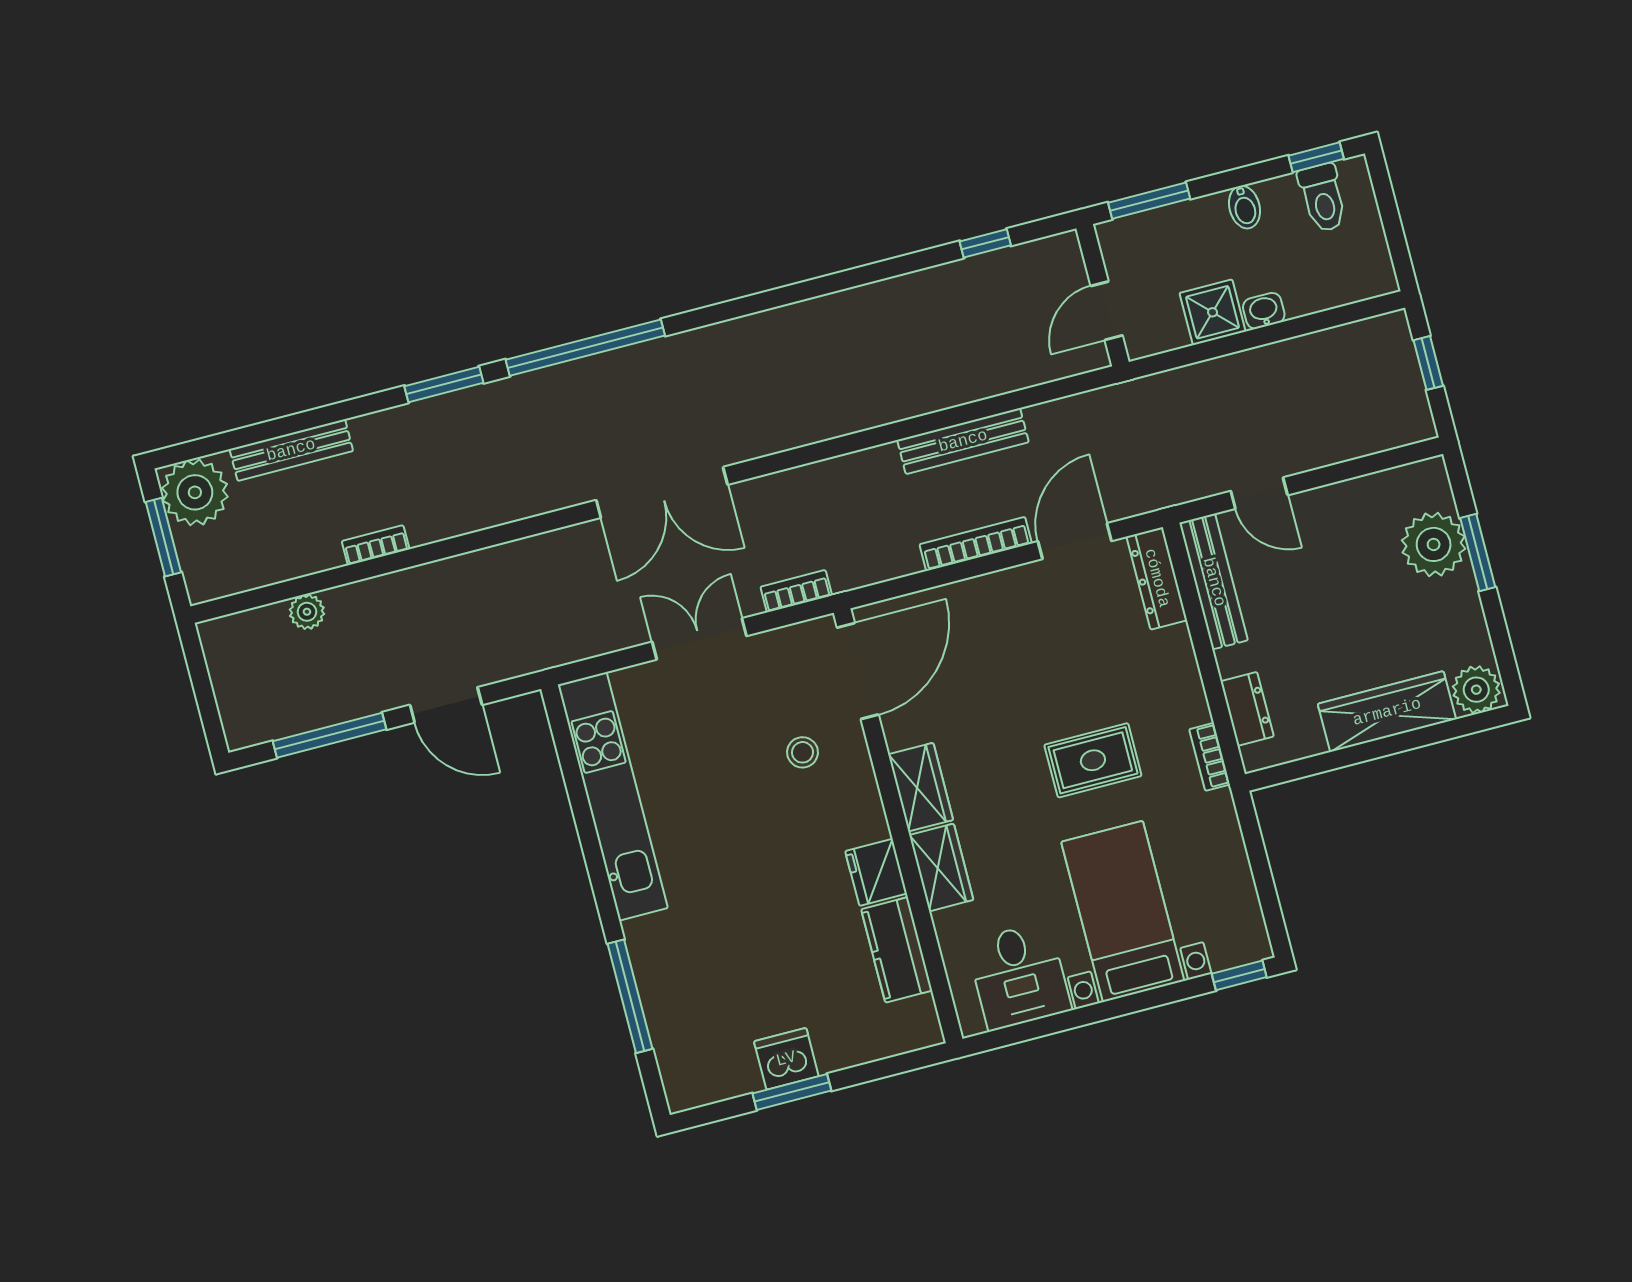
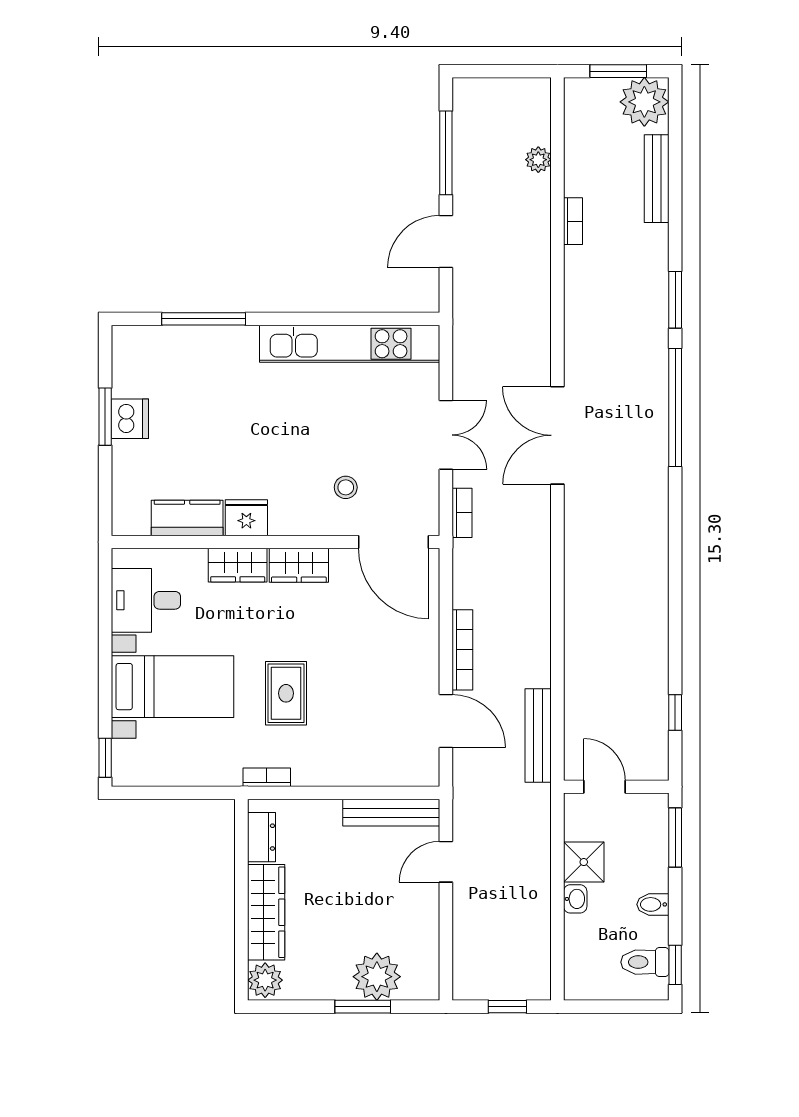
bench: (963, 441) -> (538, 736), moved
dresser: (1157, 578) -> (404, 773), removed
dresser: (1247, 709) -> (262, 837), moved, turned -90

